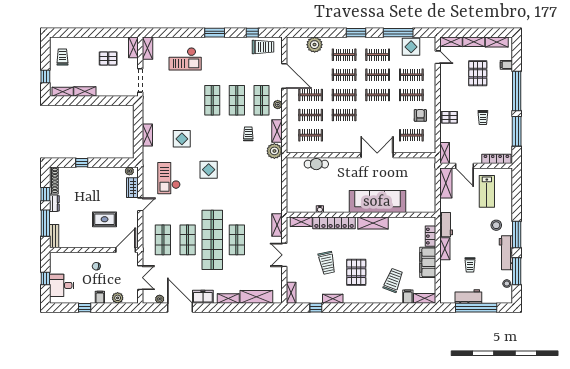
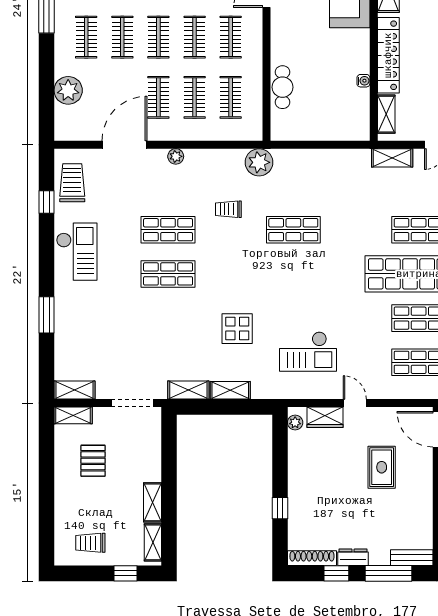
window: (215, 33) -> (46, 315), moved
checkout: (185, 59) -> (77, 252), moved
shop shelf: (261, 100) -> (293, 230), moved
shelving: (277, 131) -> (188, 390), moved
clothes rail: (344, 135) -> (231, 37), added
display table: (209, 170) -> (293, 280), removed

